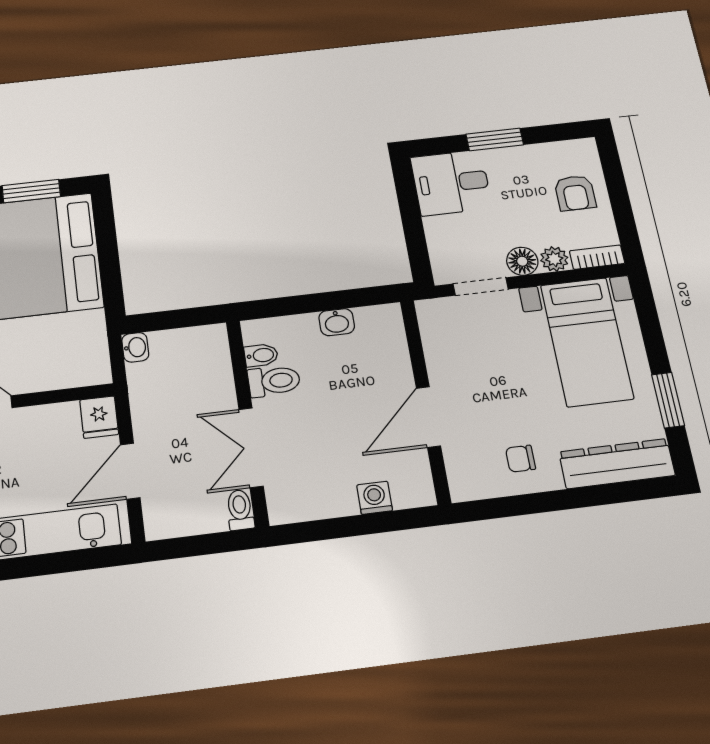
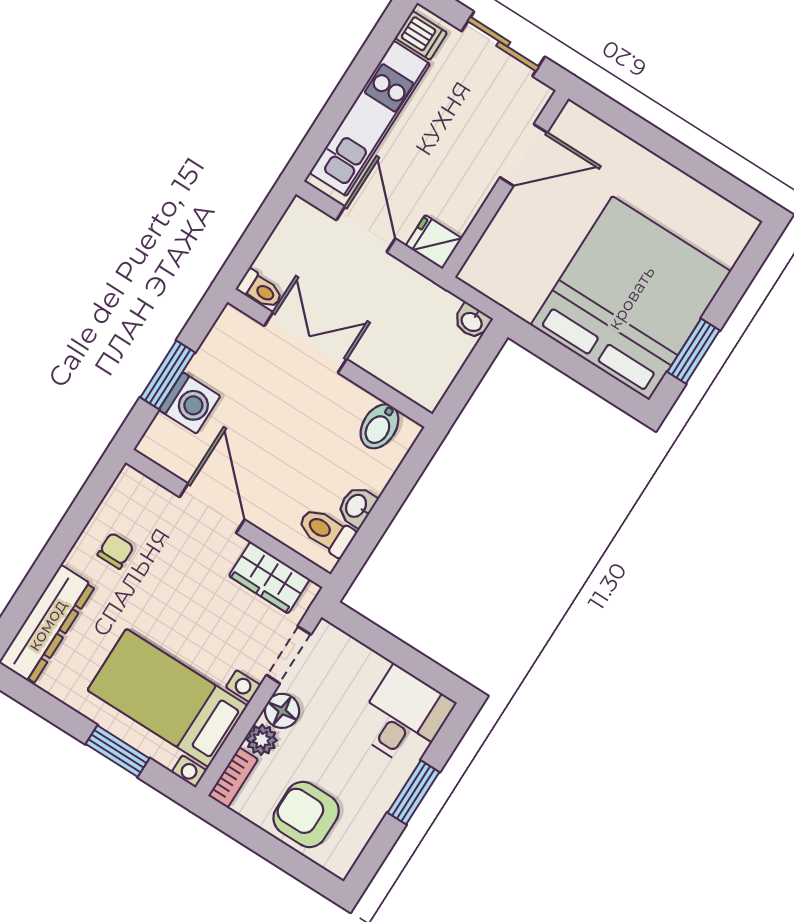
armchair: (575, 193) -> (306, 814), width x1.38, depth x1.38
wardrobe: (440, 340) -> (269, 578), added
bidet: (261, 355) -> (379, 426), width x1.38, depth x1.36
toilet: (274, 381) -> (326, 532), moved, turned 90
window: (668, 400) -> (118, 751), moved
washing machine: (375, 498) -> (190, 403), width x1.38, depth x1.38
window: (361, 525) -> (168, 375), added

